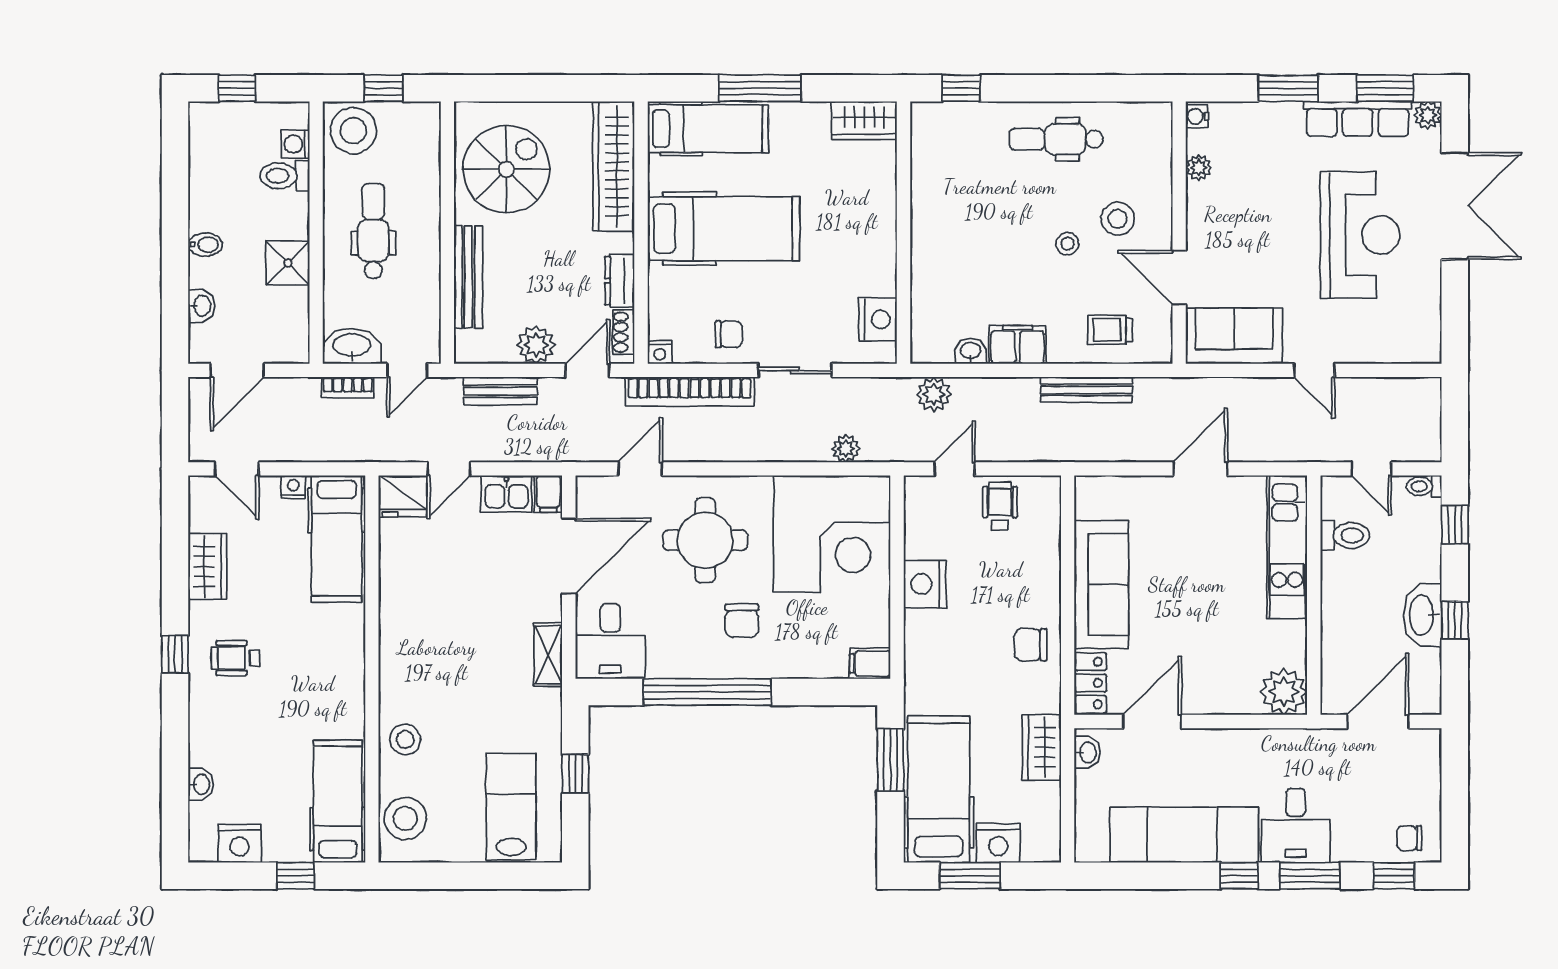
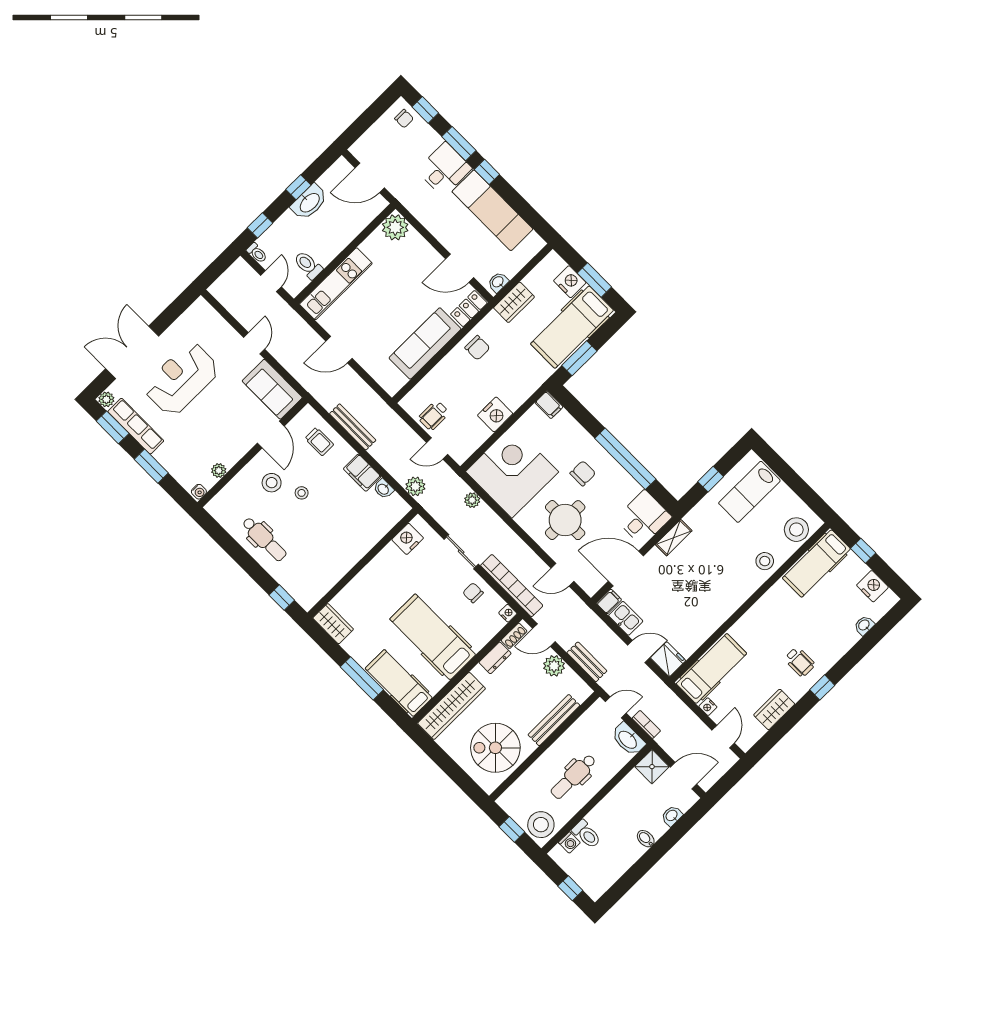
shower: (288, 263) -> (652, 767), moved

